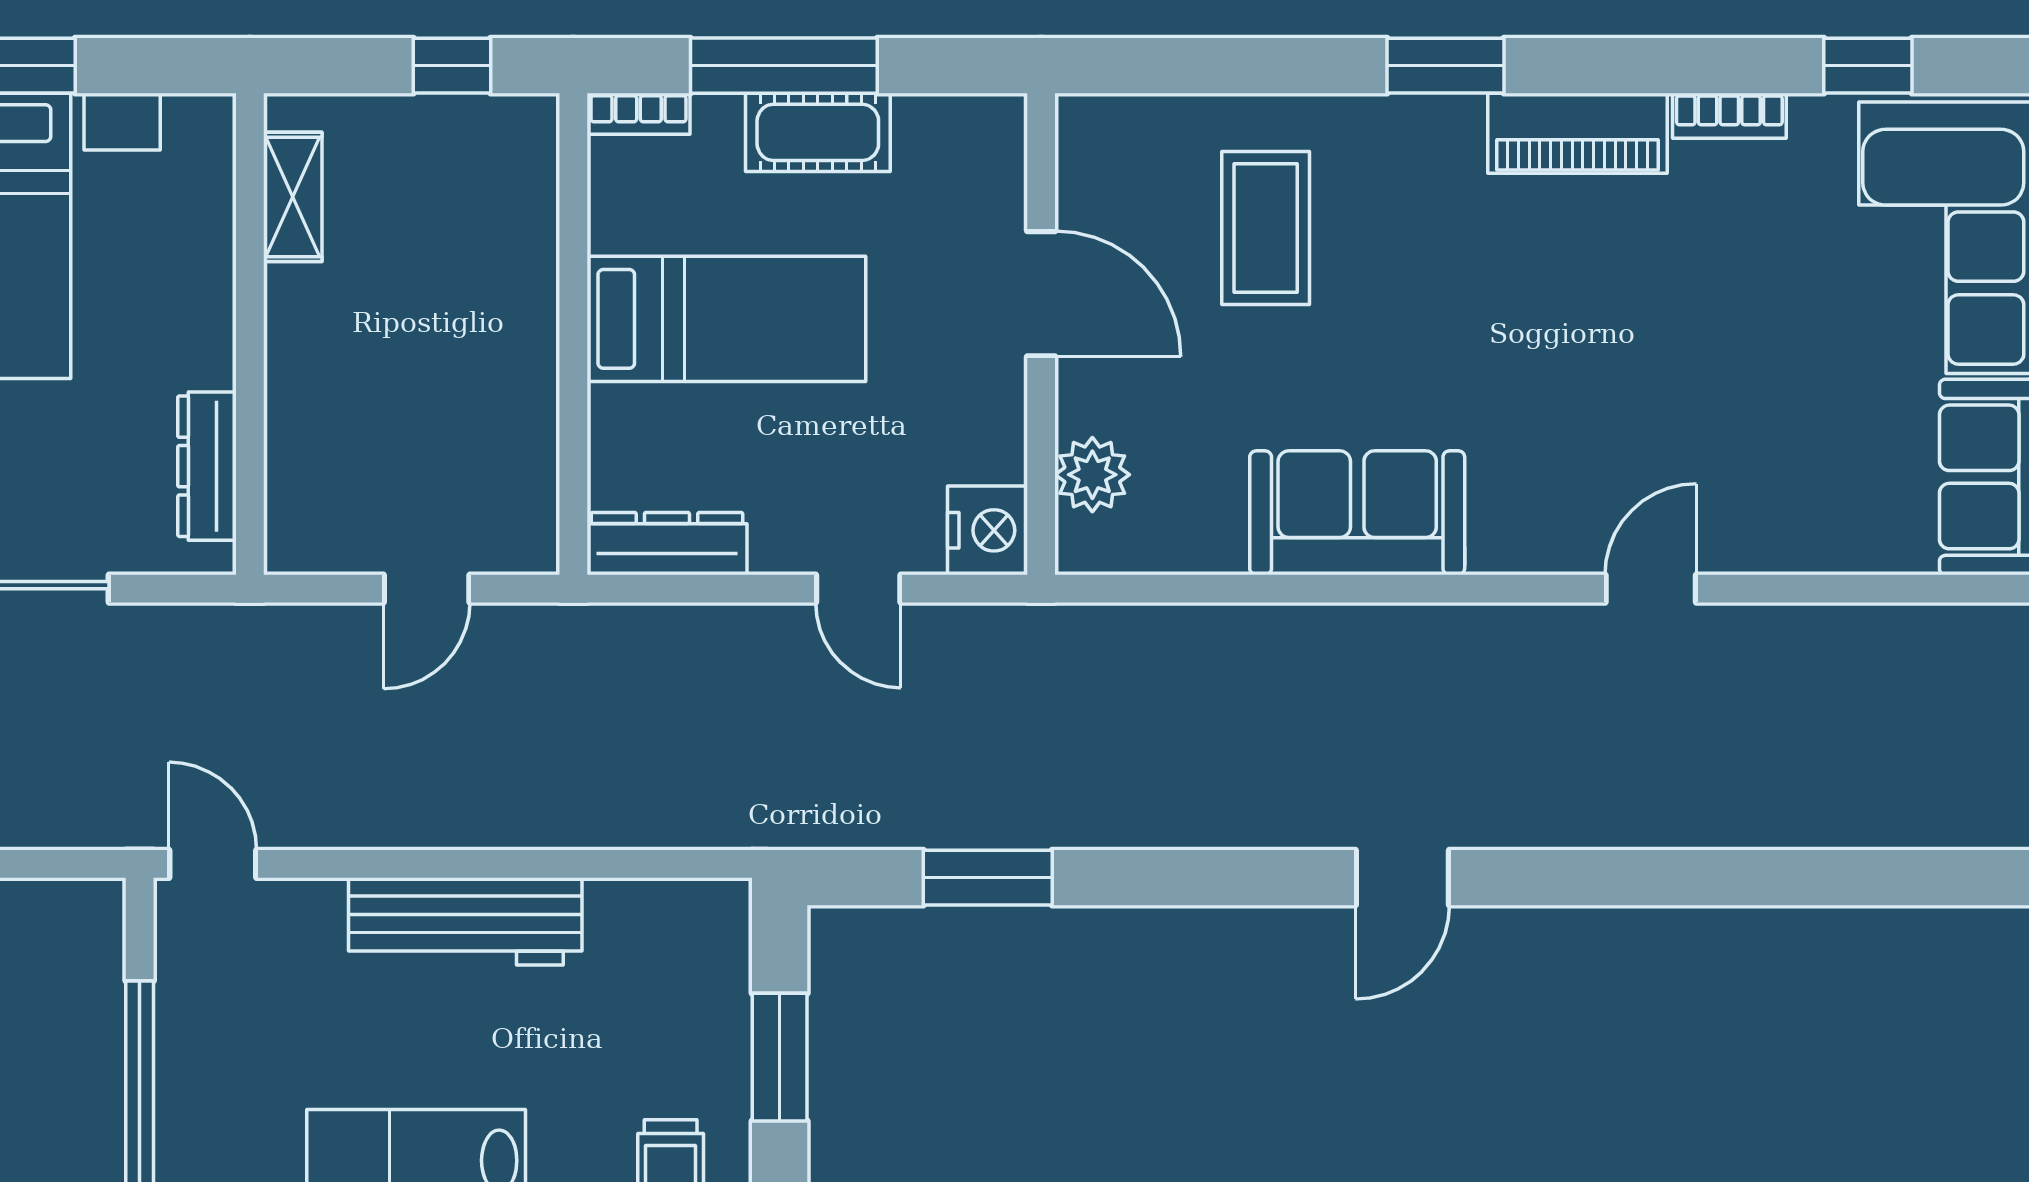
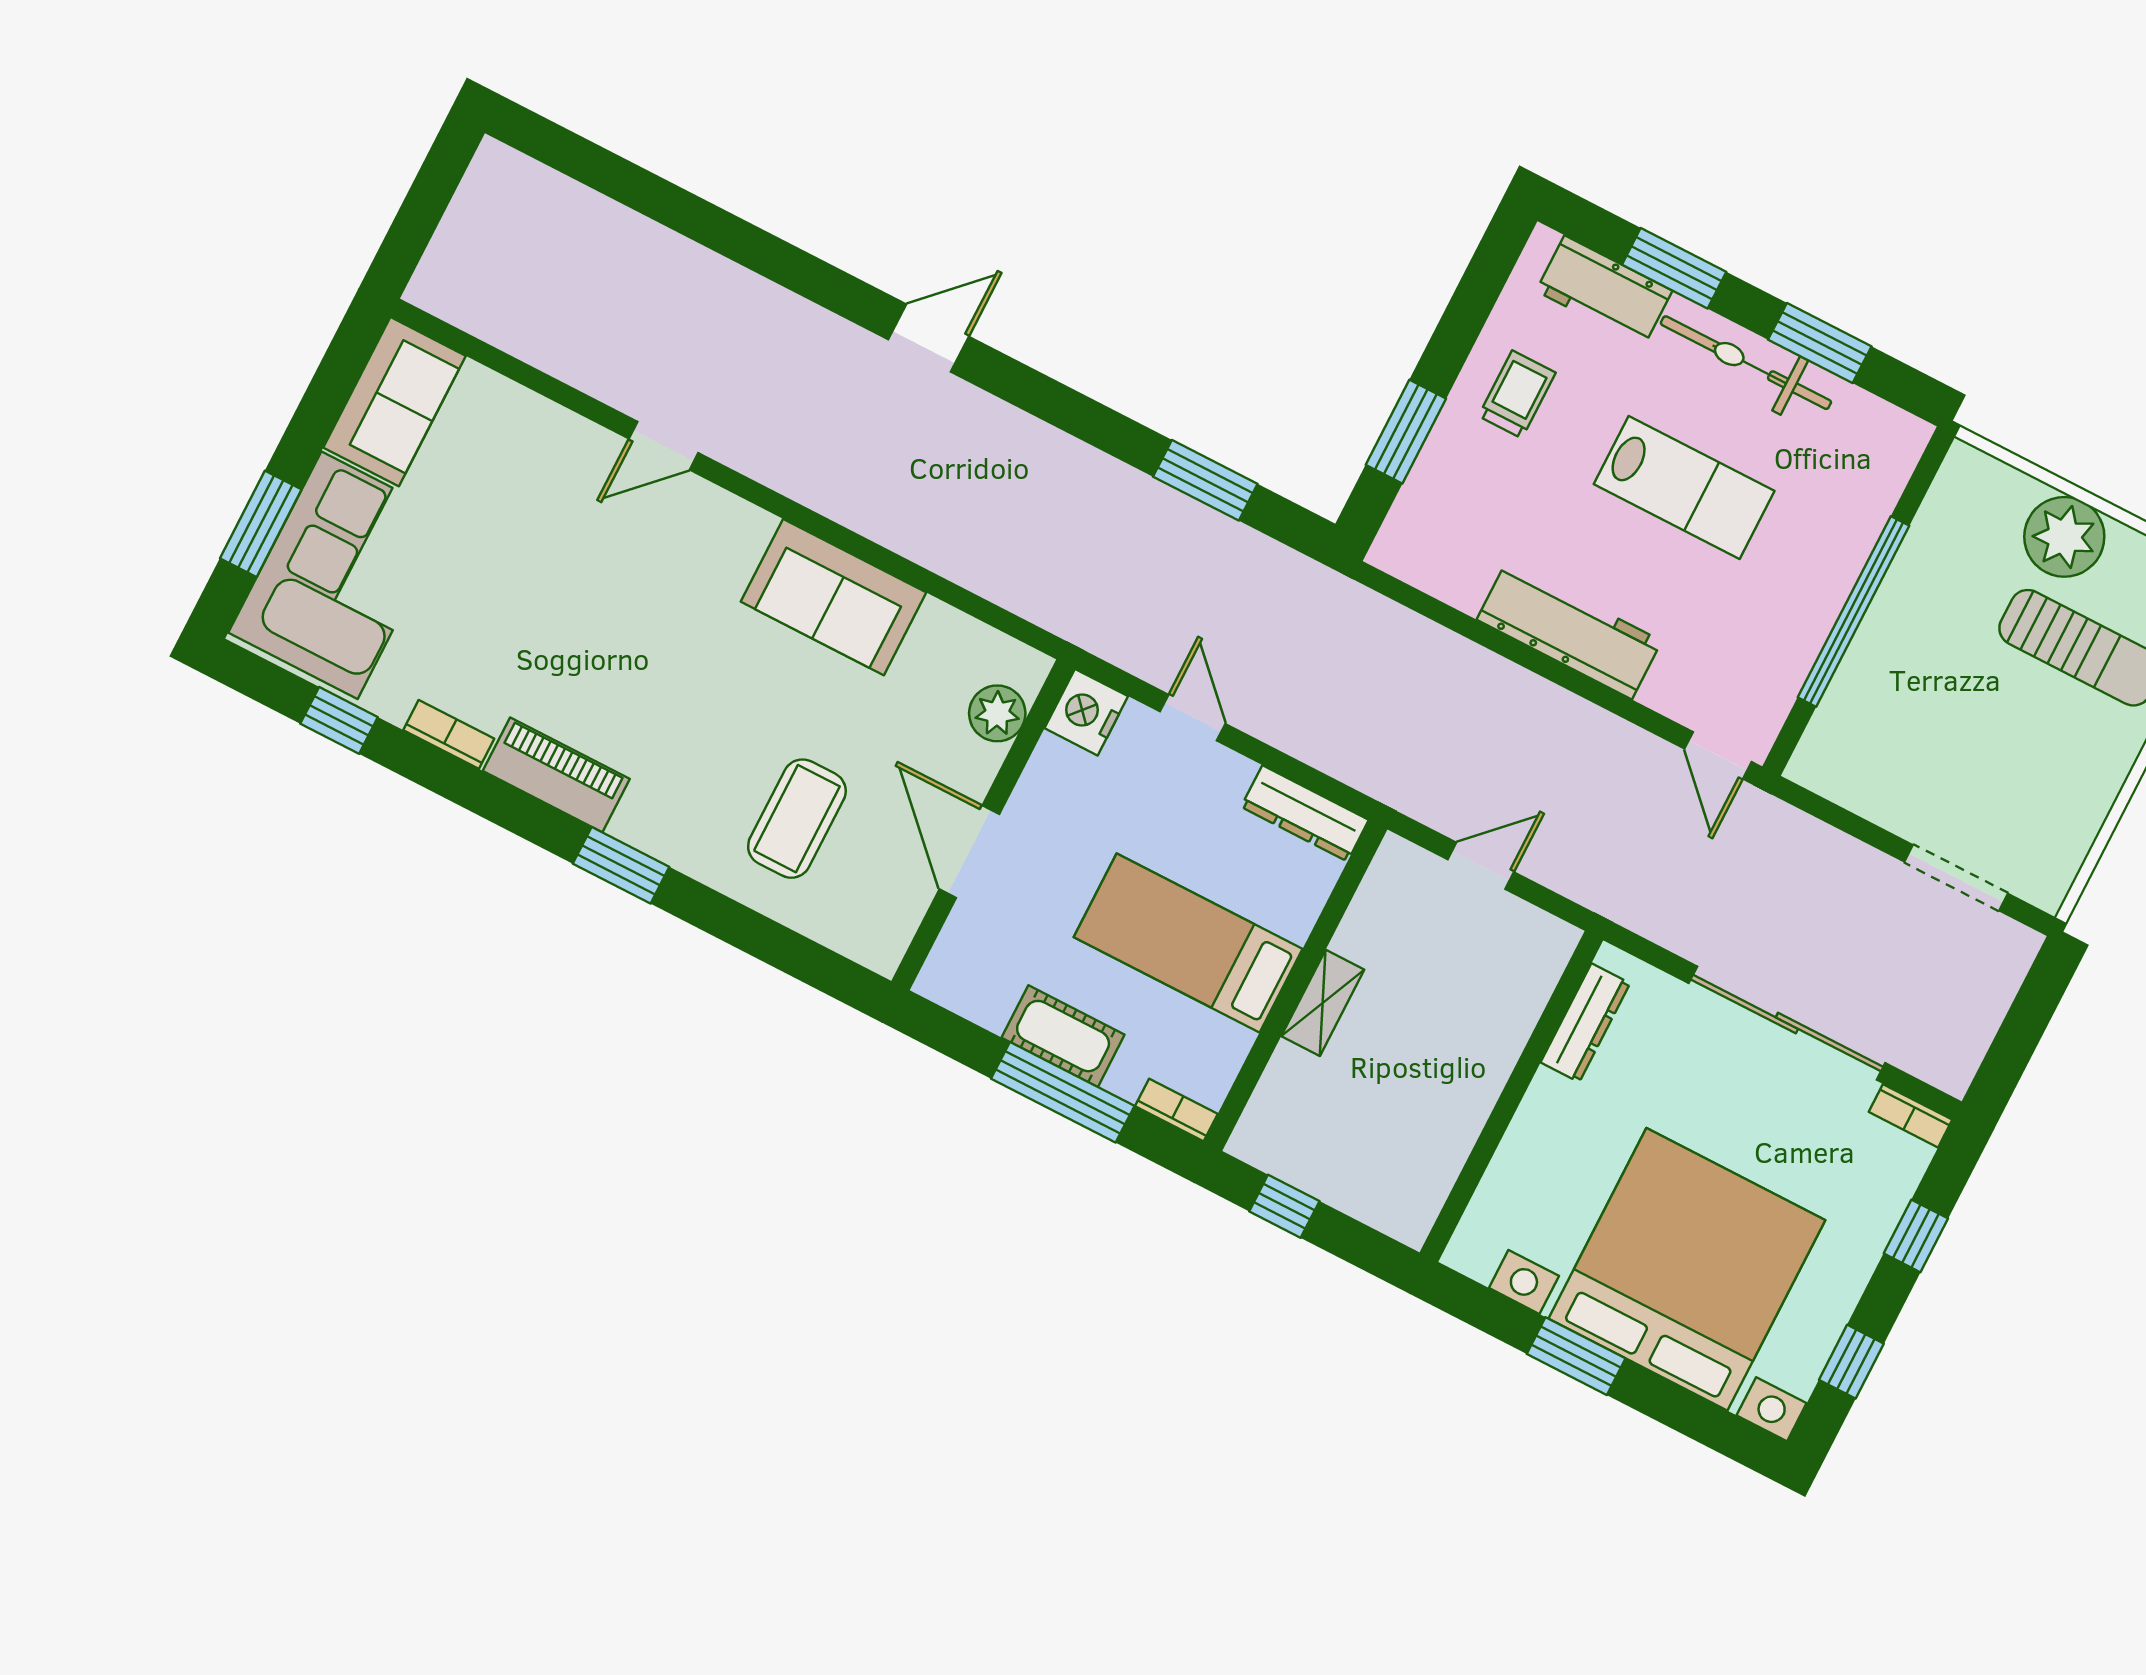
shelving: (293, 197) -> (1323, 1003), moved

